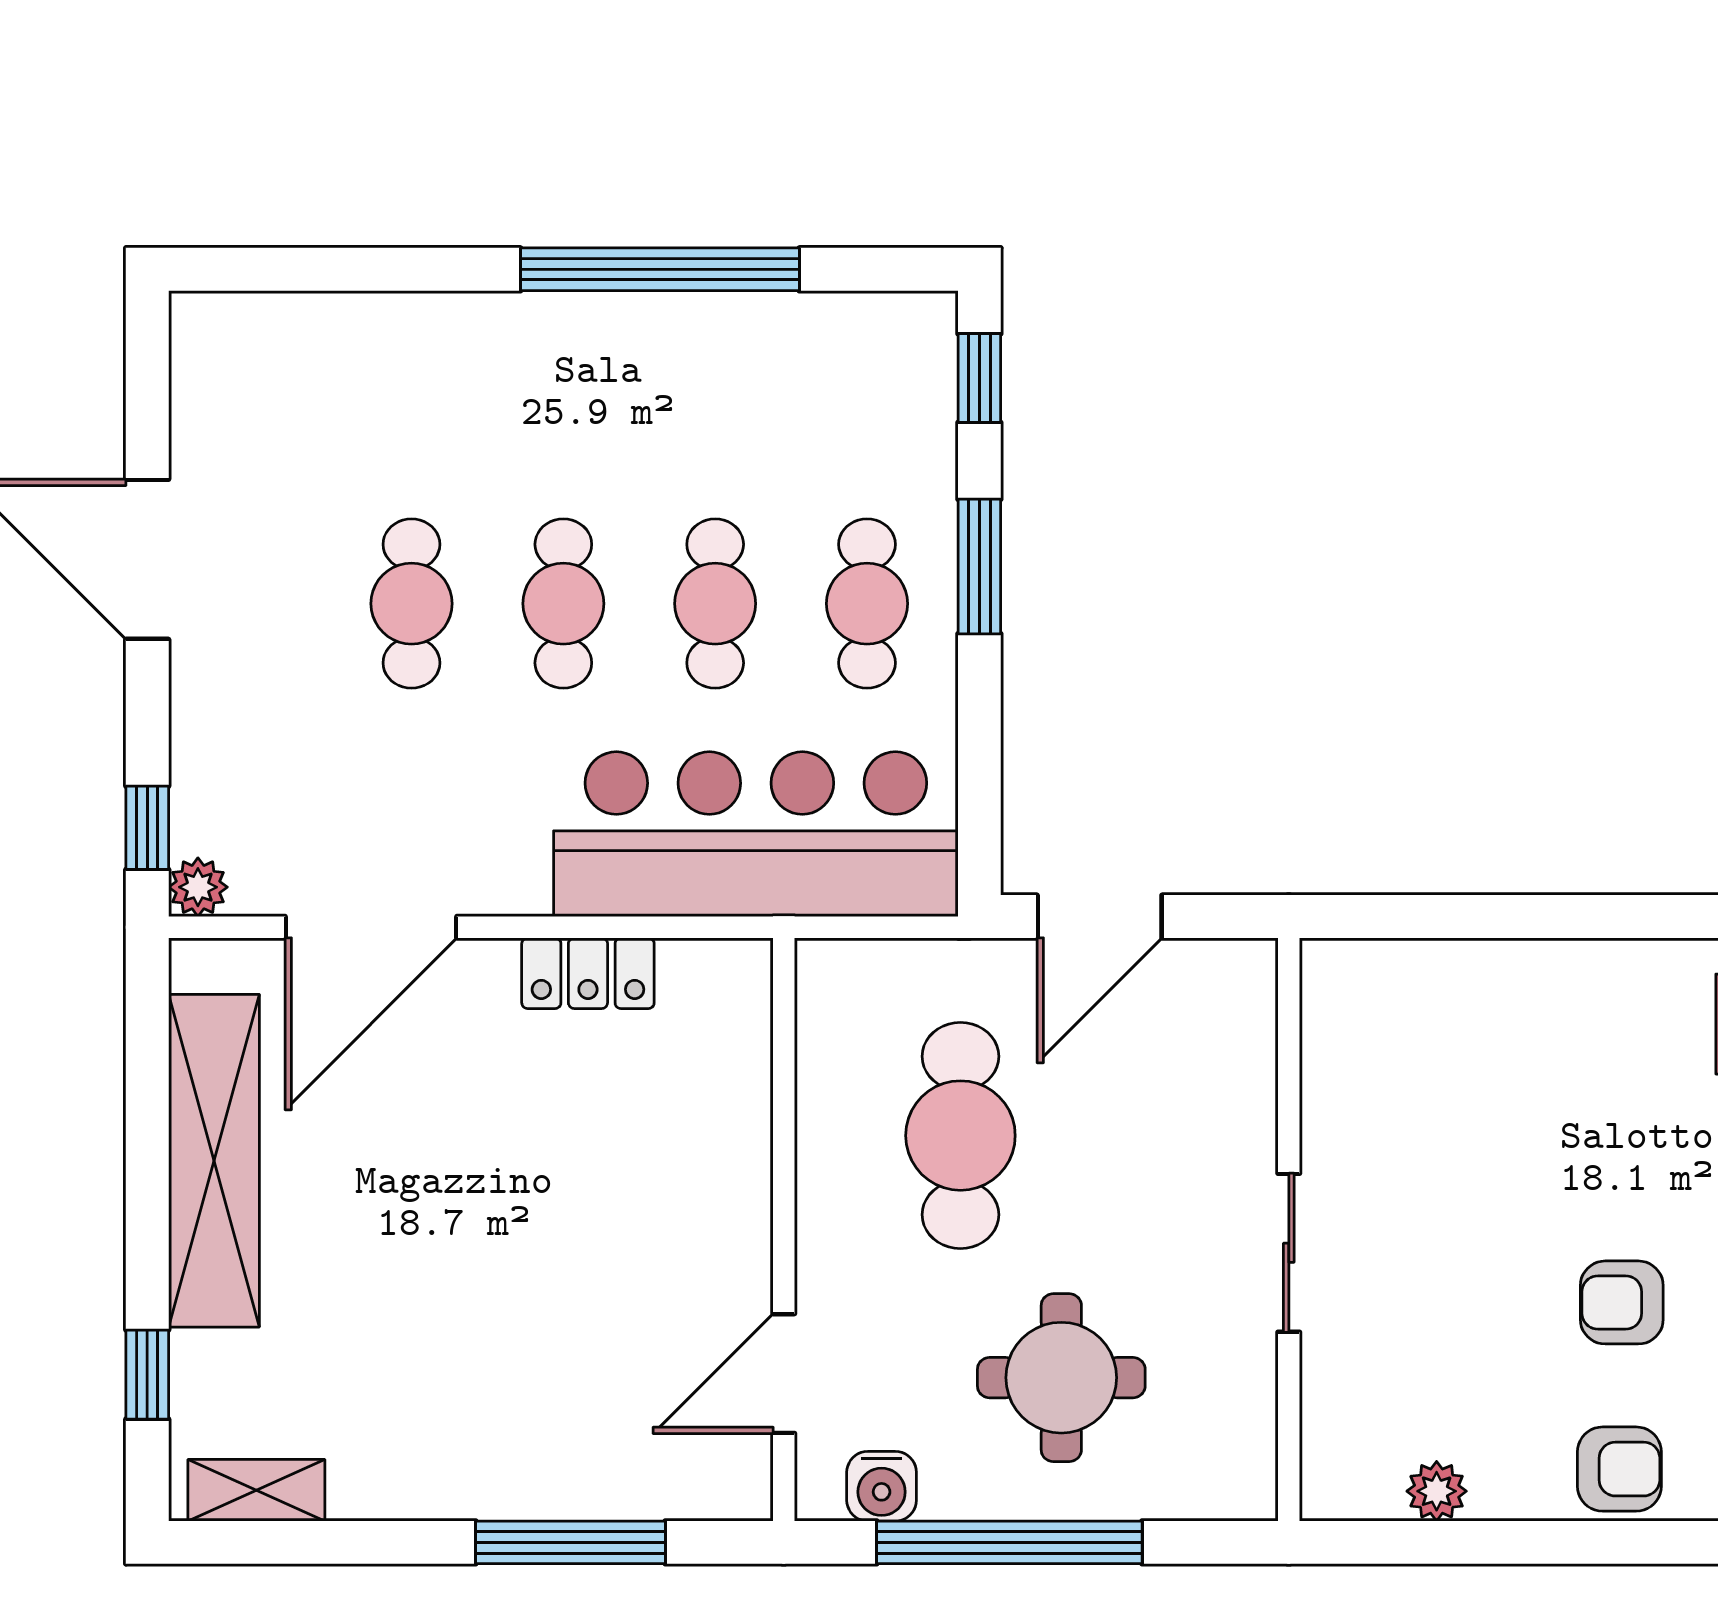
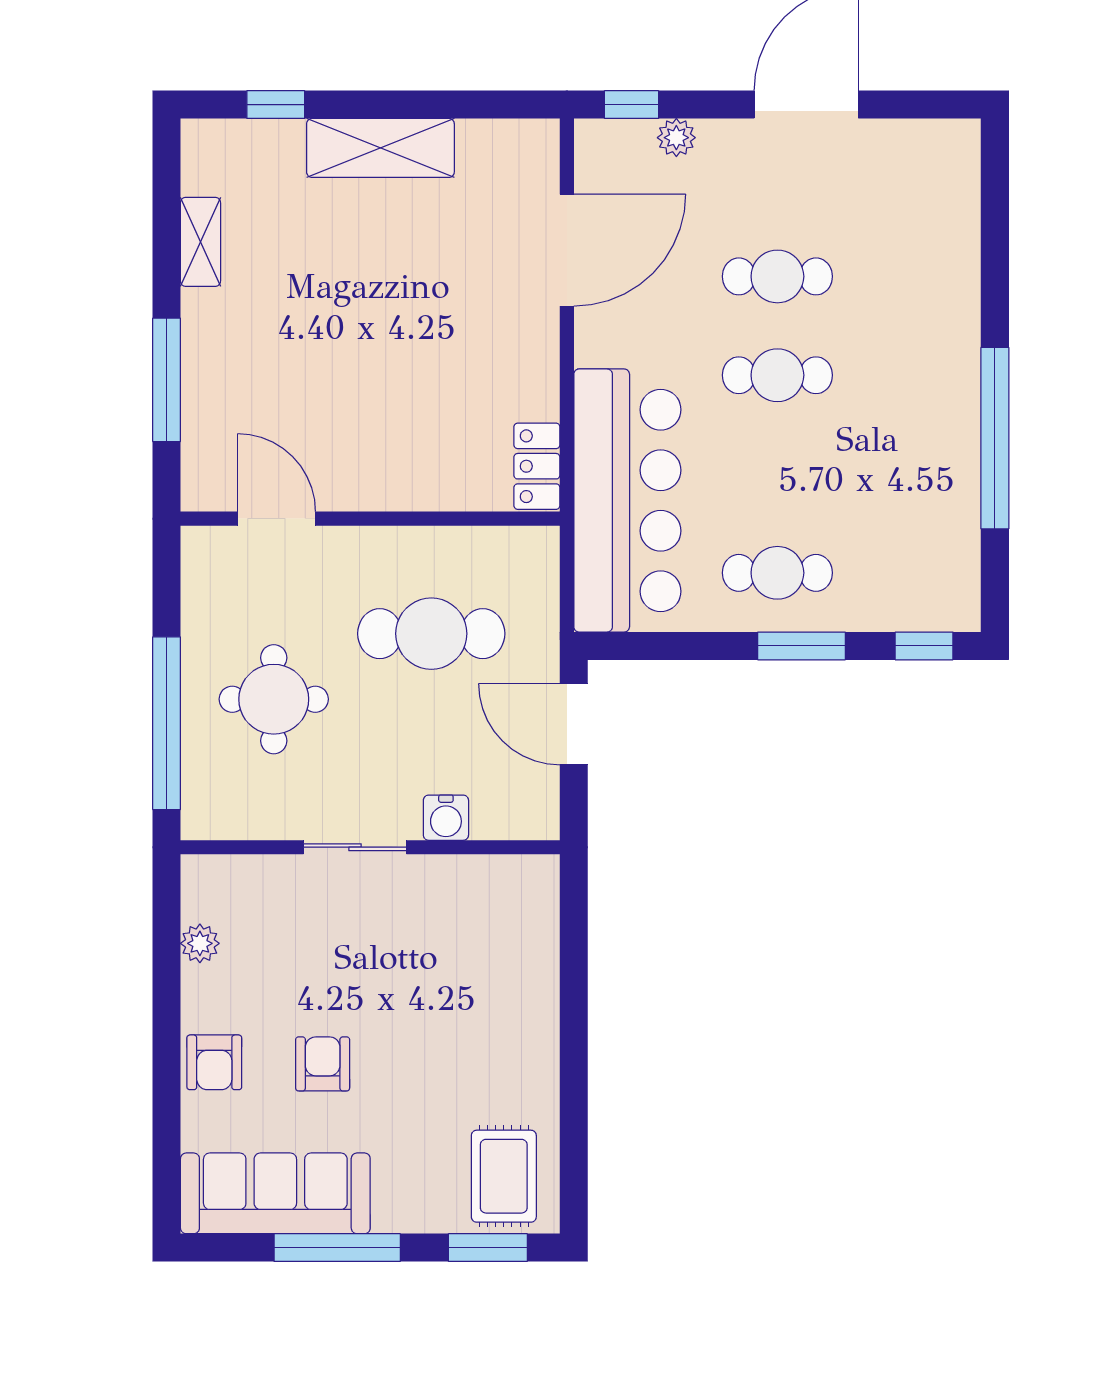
cafe table: (715, 604) -> (777, 474), removed
plant: (198, 887) -> (676, 138), moved
door: (371, 927) -> (567, 250), swing flipped
locker: (588, 973) -> (537, 466), moved
shelving: (214, 1161) -> (380, 148), width x0.68
water cooler: (882, 1486) -> (446, 818), moved, turned -90
shelving: (256, 1490) -> (200, 242), moved
window: (1009, 1542) -> (167, 723), moved

